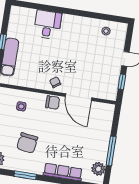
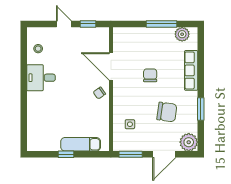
desk: (48, 25) -> (41, 78), moved
door: (78, 97) -> (111, 66), swing flipped
chair: (53, 103) -> (150, 75), moved

